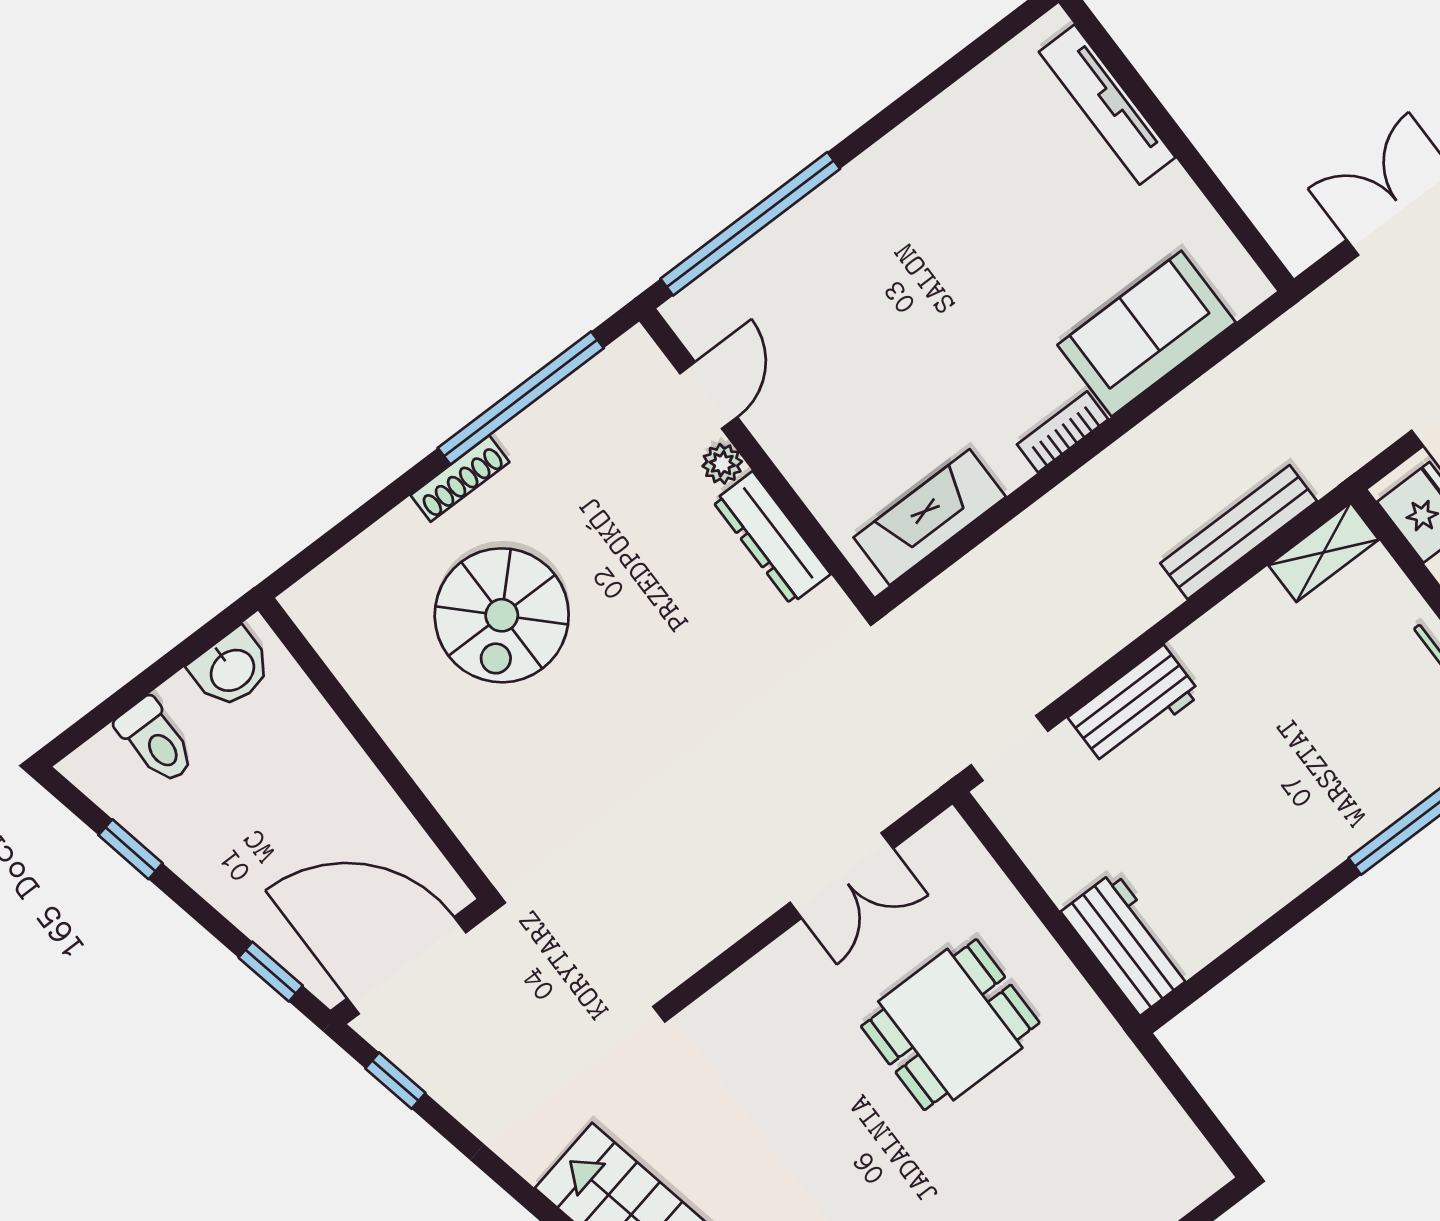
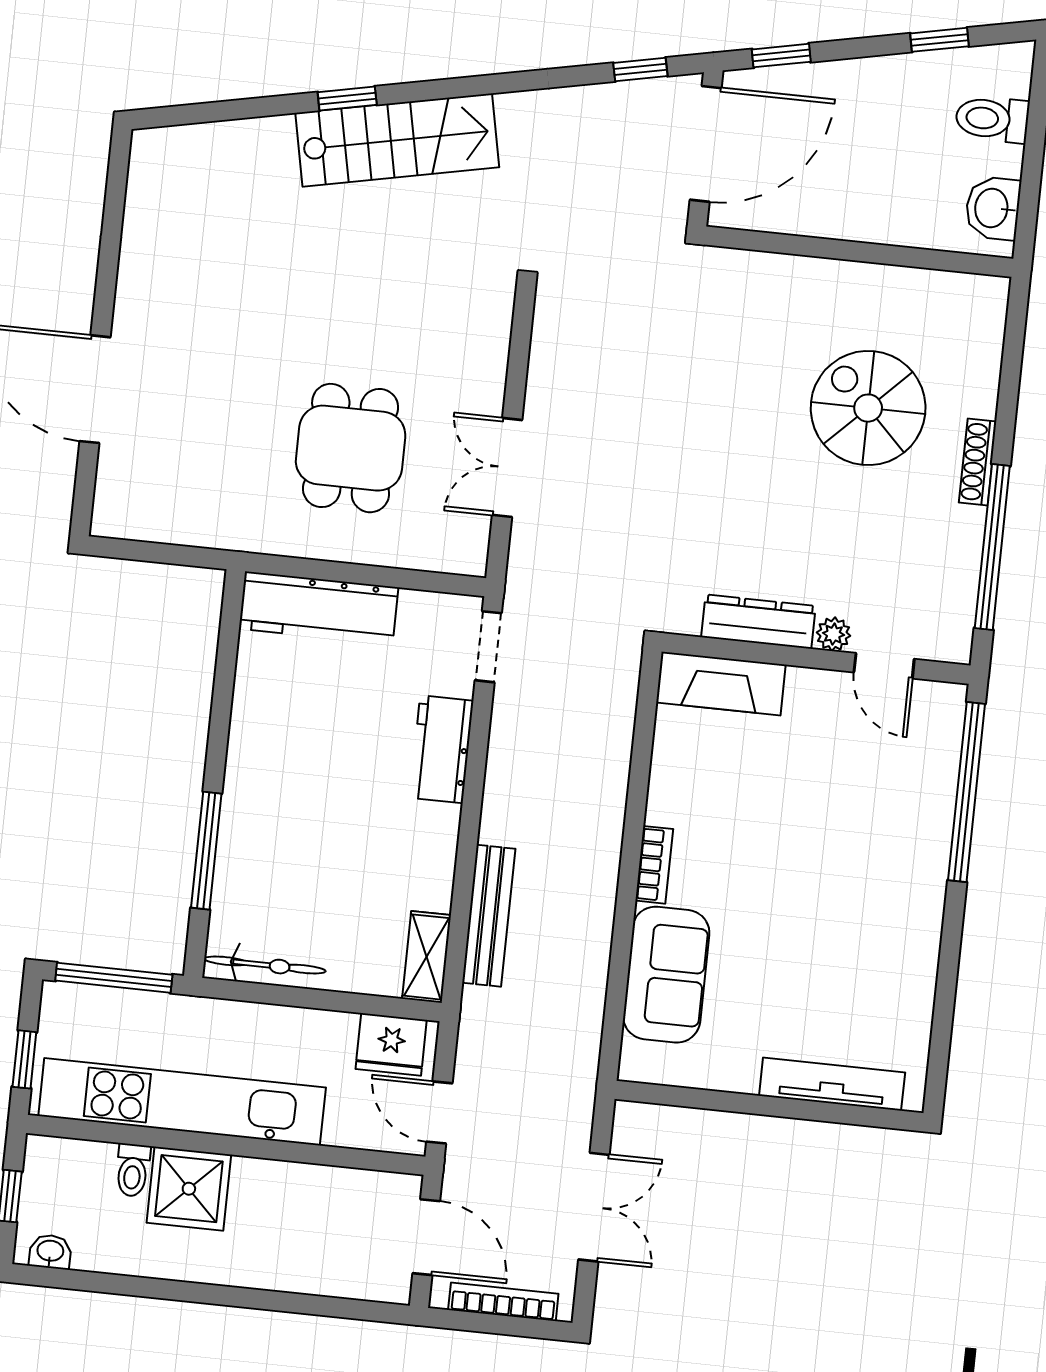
fireplace: (930, 517) -> (721, 683), moved, turned 90
workbench: (1127, 943) -> (319, 608), width x1.37

